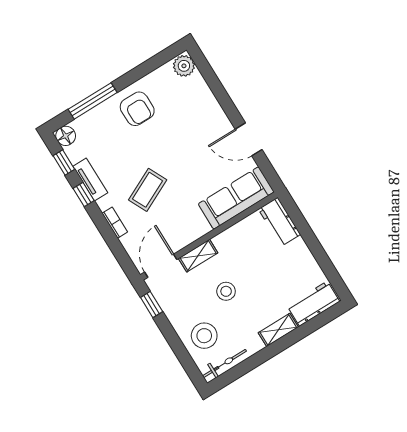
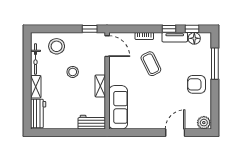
floor lamp: (66, 136) -> (194, 38), moved
door: (249, 139) -> (175, 133), moved
shelving: (198, 256) -> (100, 86), moved
bicycle: (224, 363) -> (35, 59), moved

